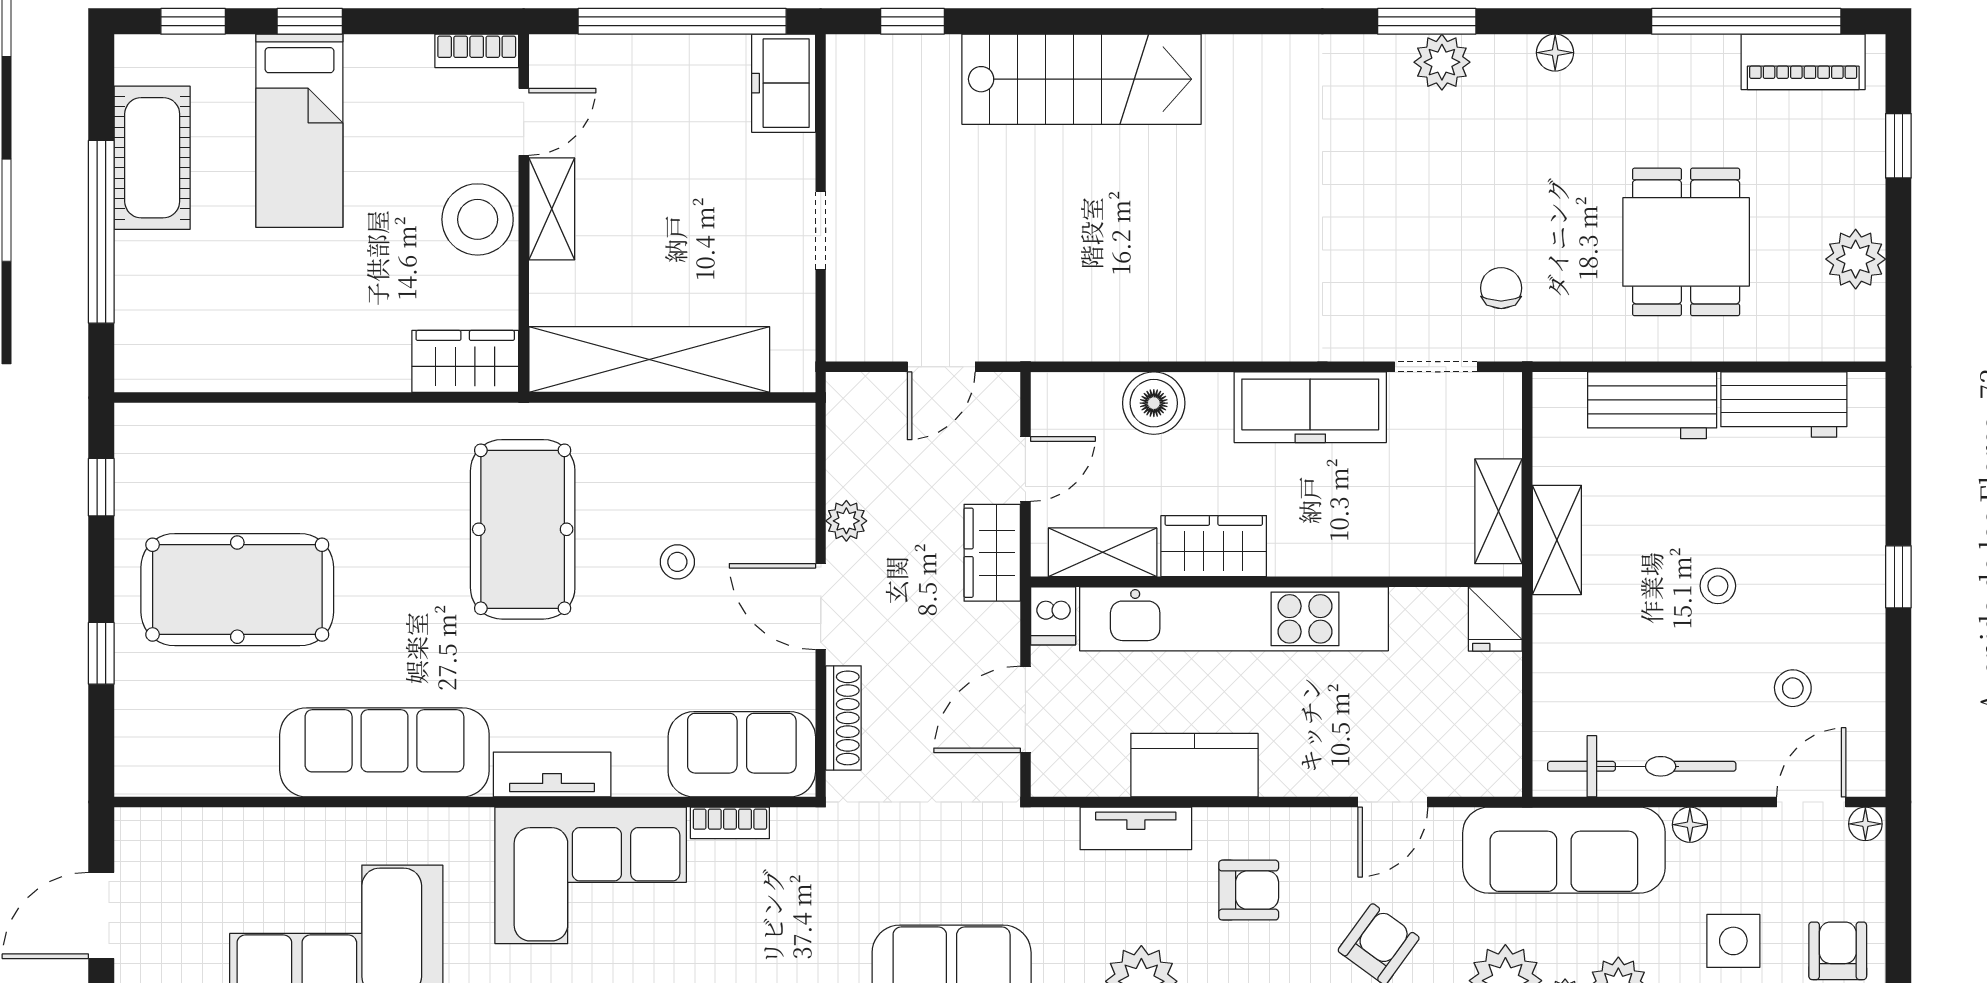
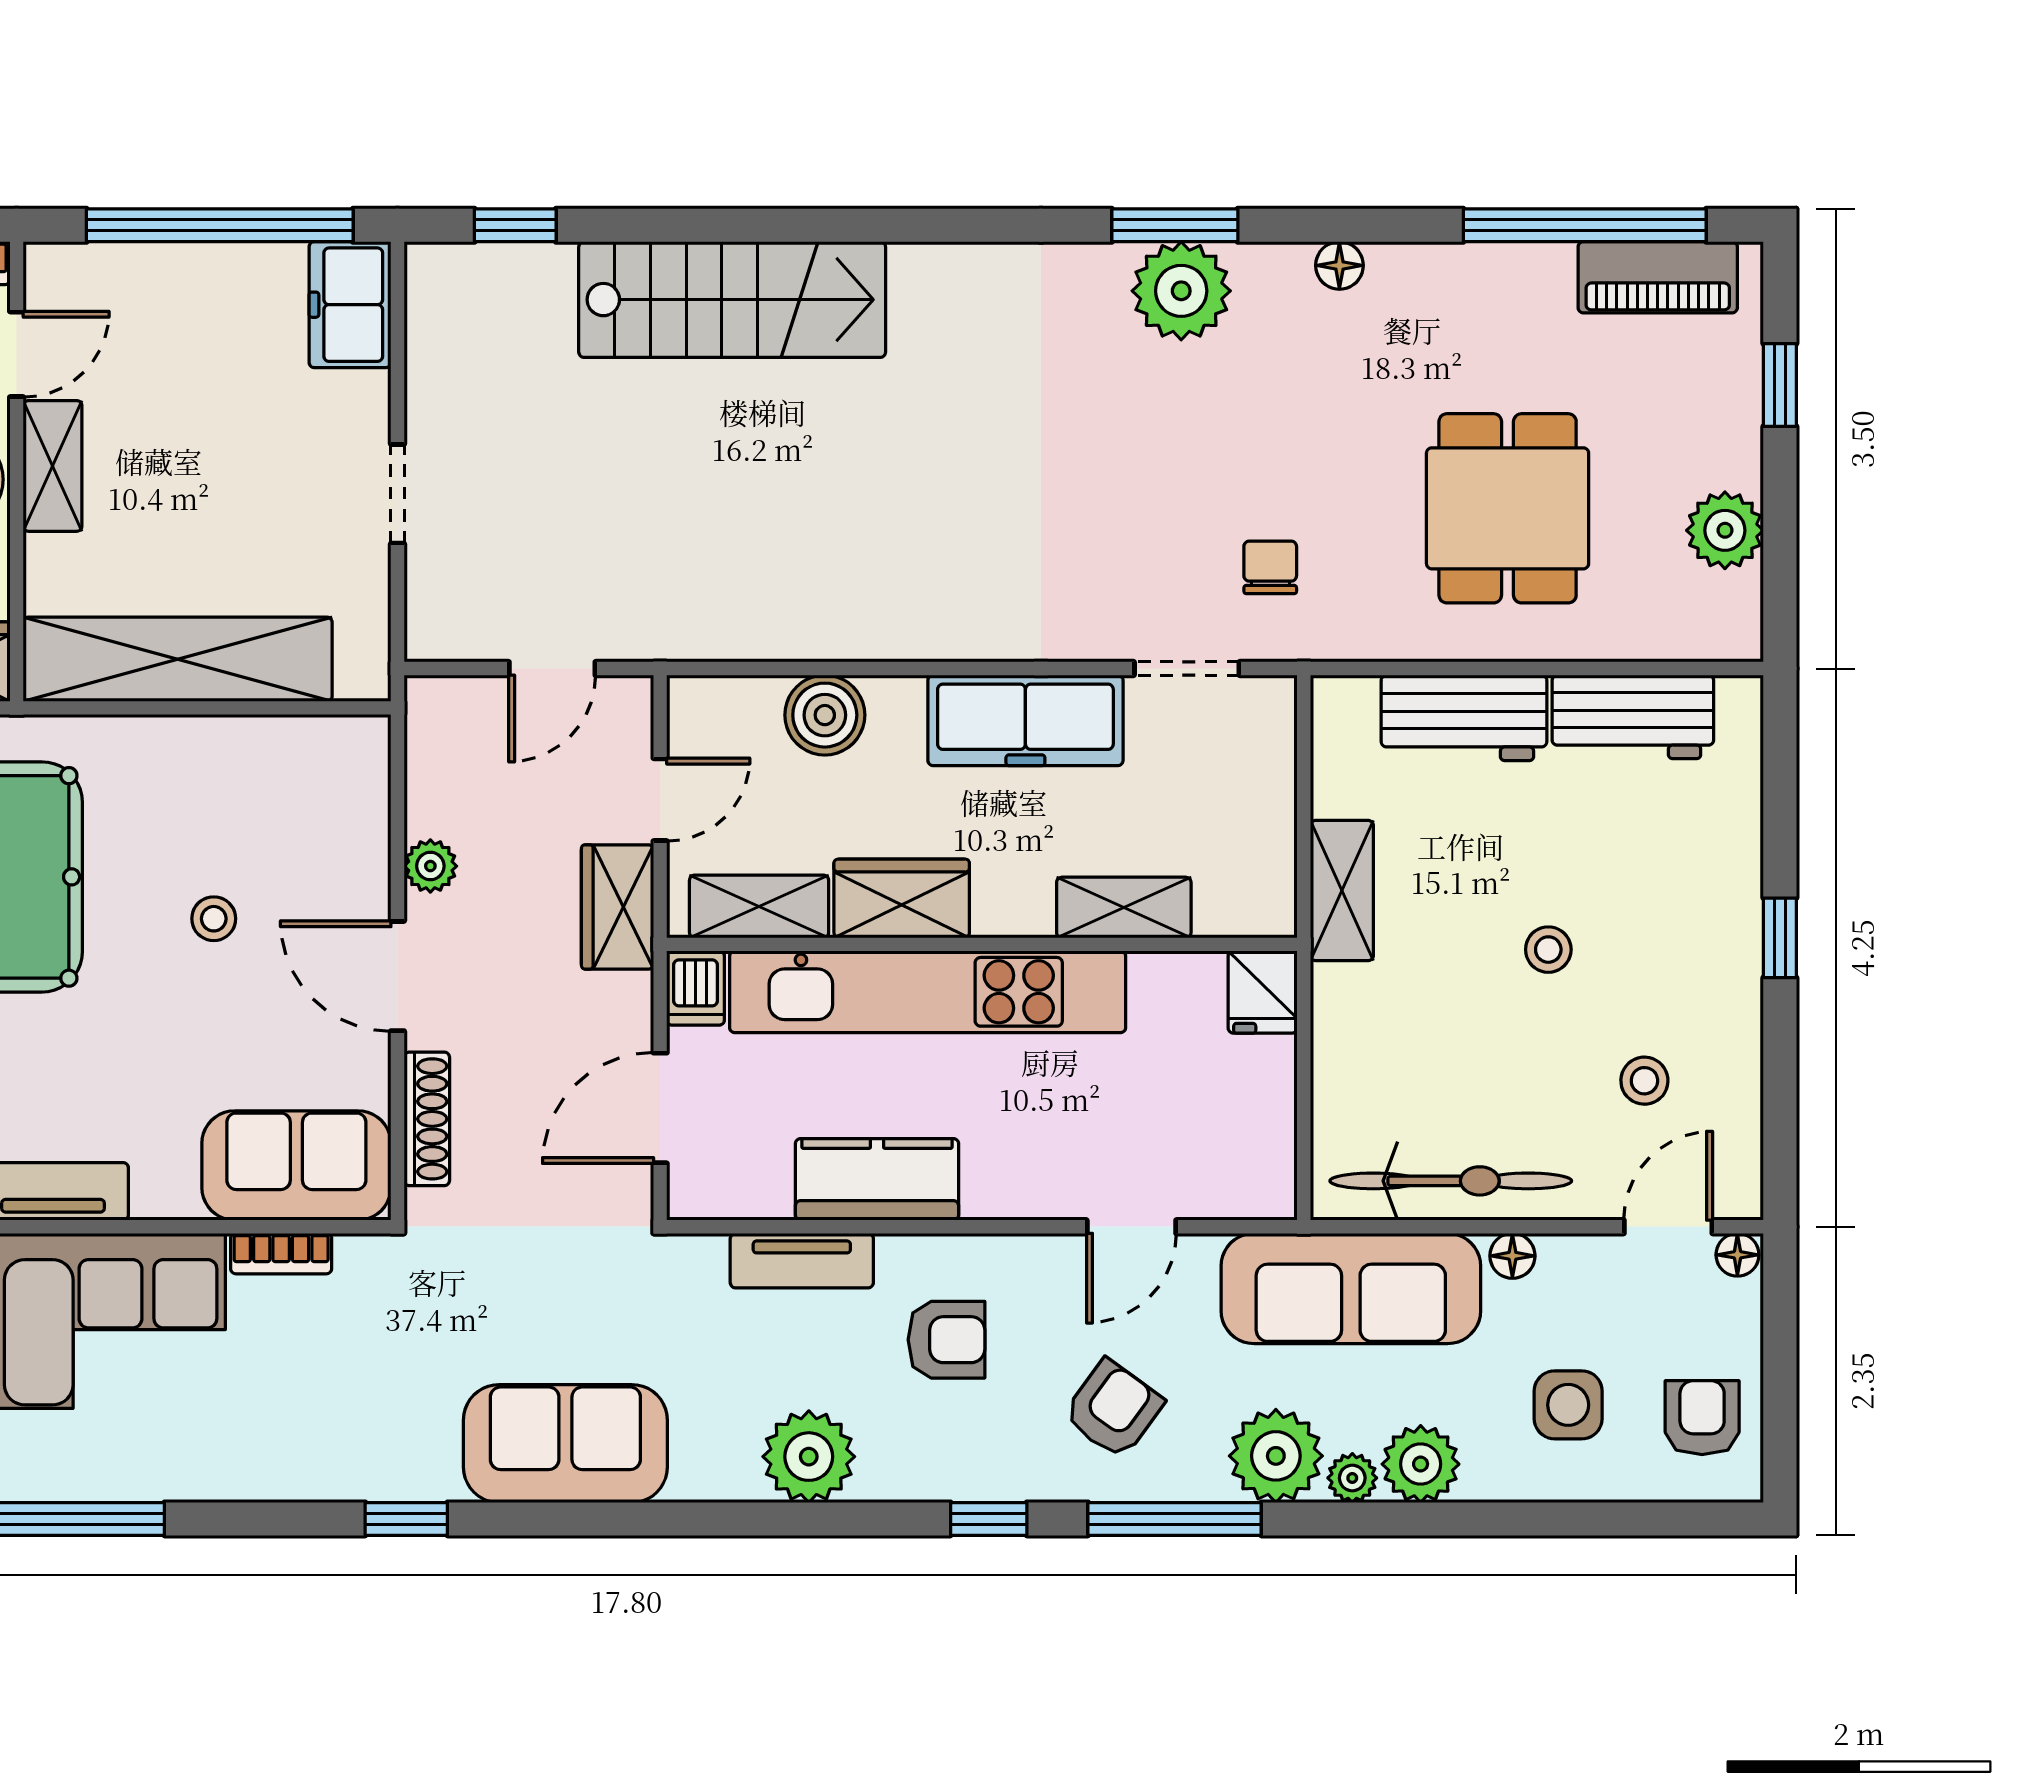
plant: (1442, 62) -> (1181, 291), width x1.36, depth x1.36
shelving: (1498, 511) -> (1124, 908), moved, turned 90

